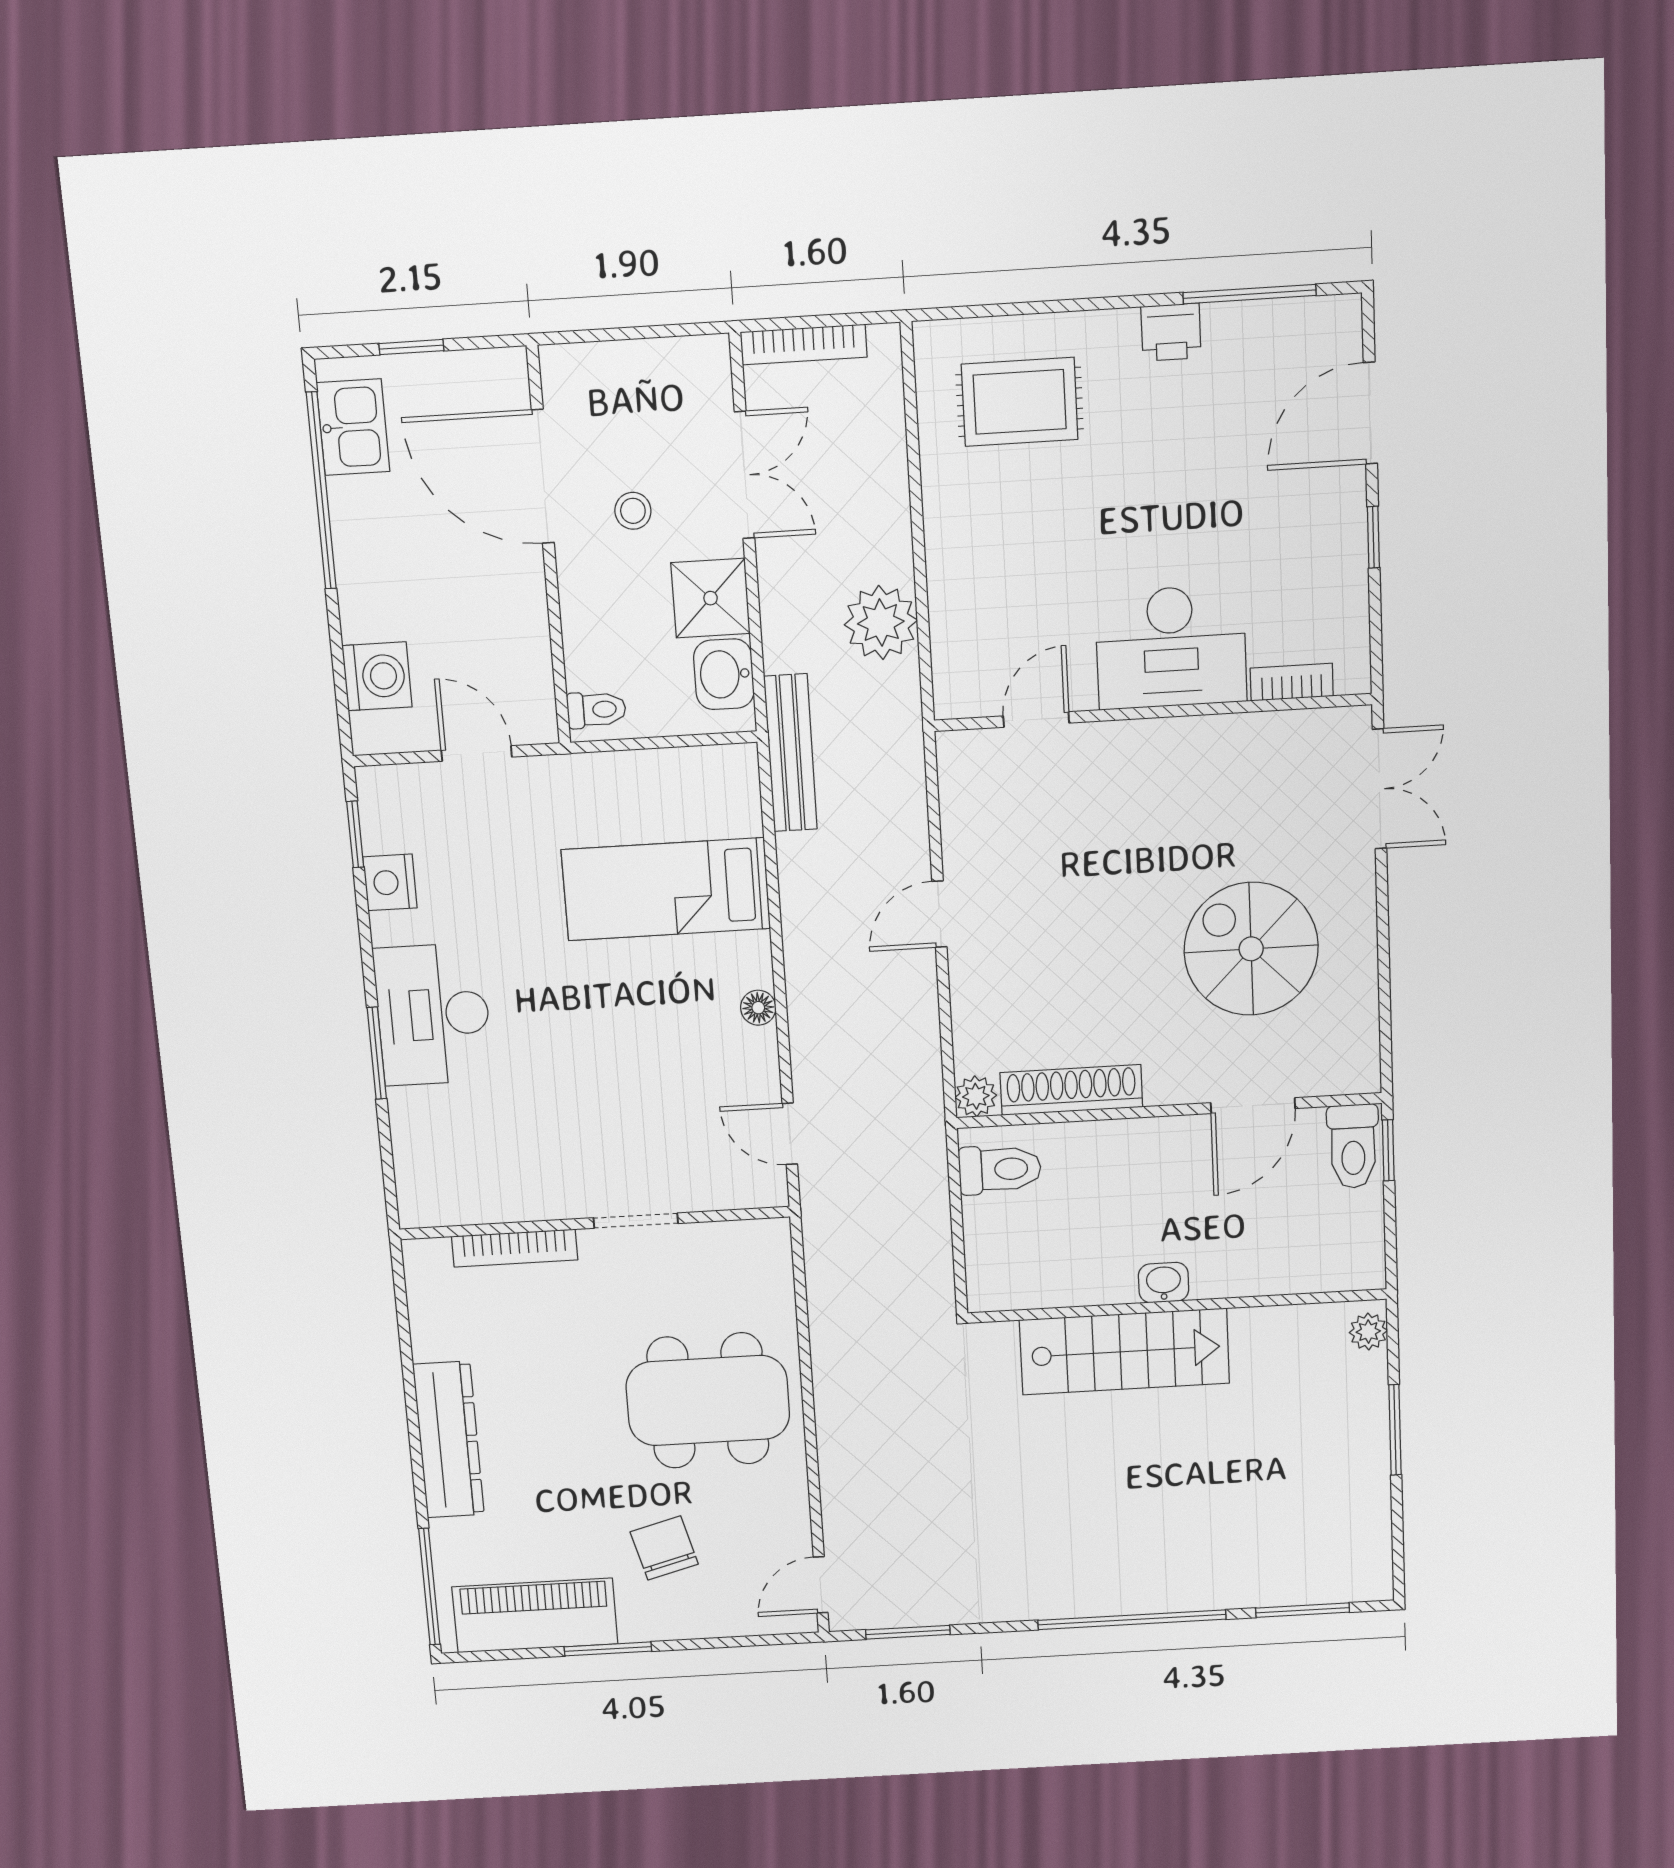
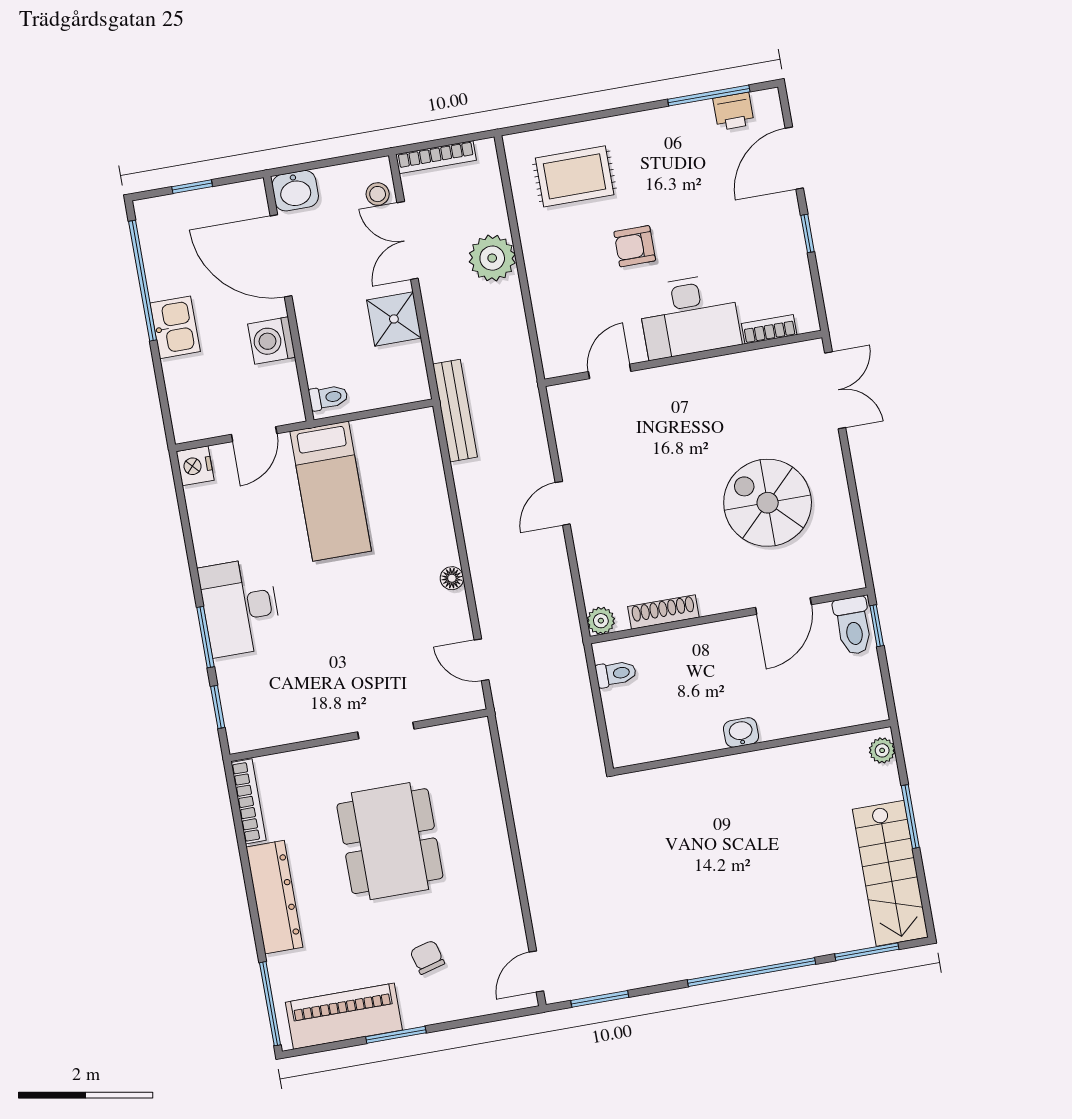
printer: (1171, 332) -> (733, 111), moved
kitchen sink: (353, 427) -> (175, 327), moved
double door: (745, 475) -> (408, 241), swing flipped
stool: (633, 511) -> (378, 194), moved
armchair: (1100, 526) -> (635, 246), added
plant: (881, 622) -> (492, 258), moved
washbasin: (724, 674) -> (295, 191), moved, turned -90
washing machine: (377, 676) -> (272, 341), moved, turned 180
door: (477, 754) -> (254, 434), swing flipped
window: (355, 834) -> (218, 707), moved
nightstand: (390, 882) -> (195, 466), moved
bed: (666, 889) -> (331, 491), moved, turned -90
shoe rack: (1071, 1090) -> (663, 612), width x0.74, depth x0.81
toilet: (1000, 1169) -> (616, 674), width x0.73, depth x0.72
bookcase: (515, 1248) -> (249, 801), moved, turned -90
stairs: (1124, 1352) -> (890, 873), moved, turned 90
dining table: (708, 1401) -> (390, 841), moved, turned 90
chair: (664, 1548) -> (427, 957), width x0.73, depth x0.73

